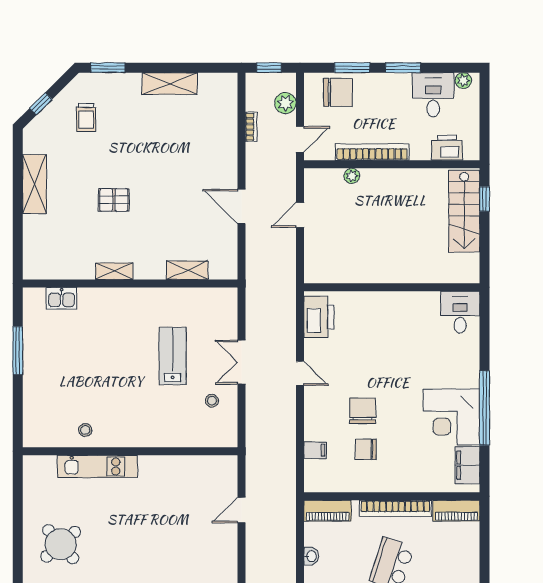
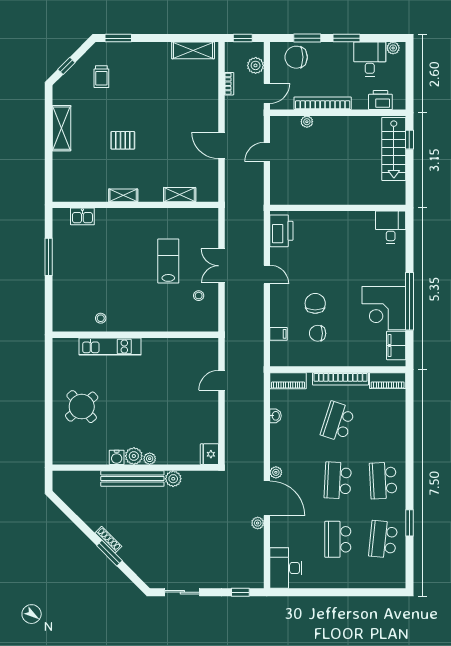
shelving: (170, 84) -> (193, 50), moved
chair: (338, 92) -> (296, 57), turned 180

